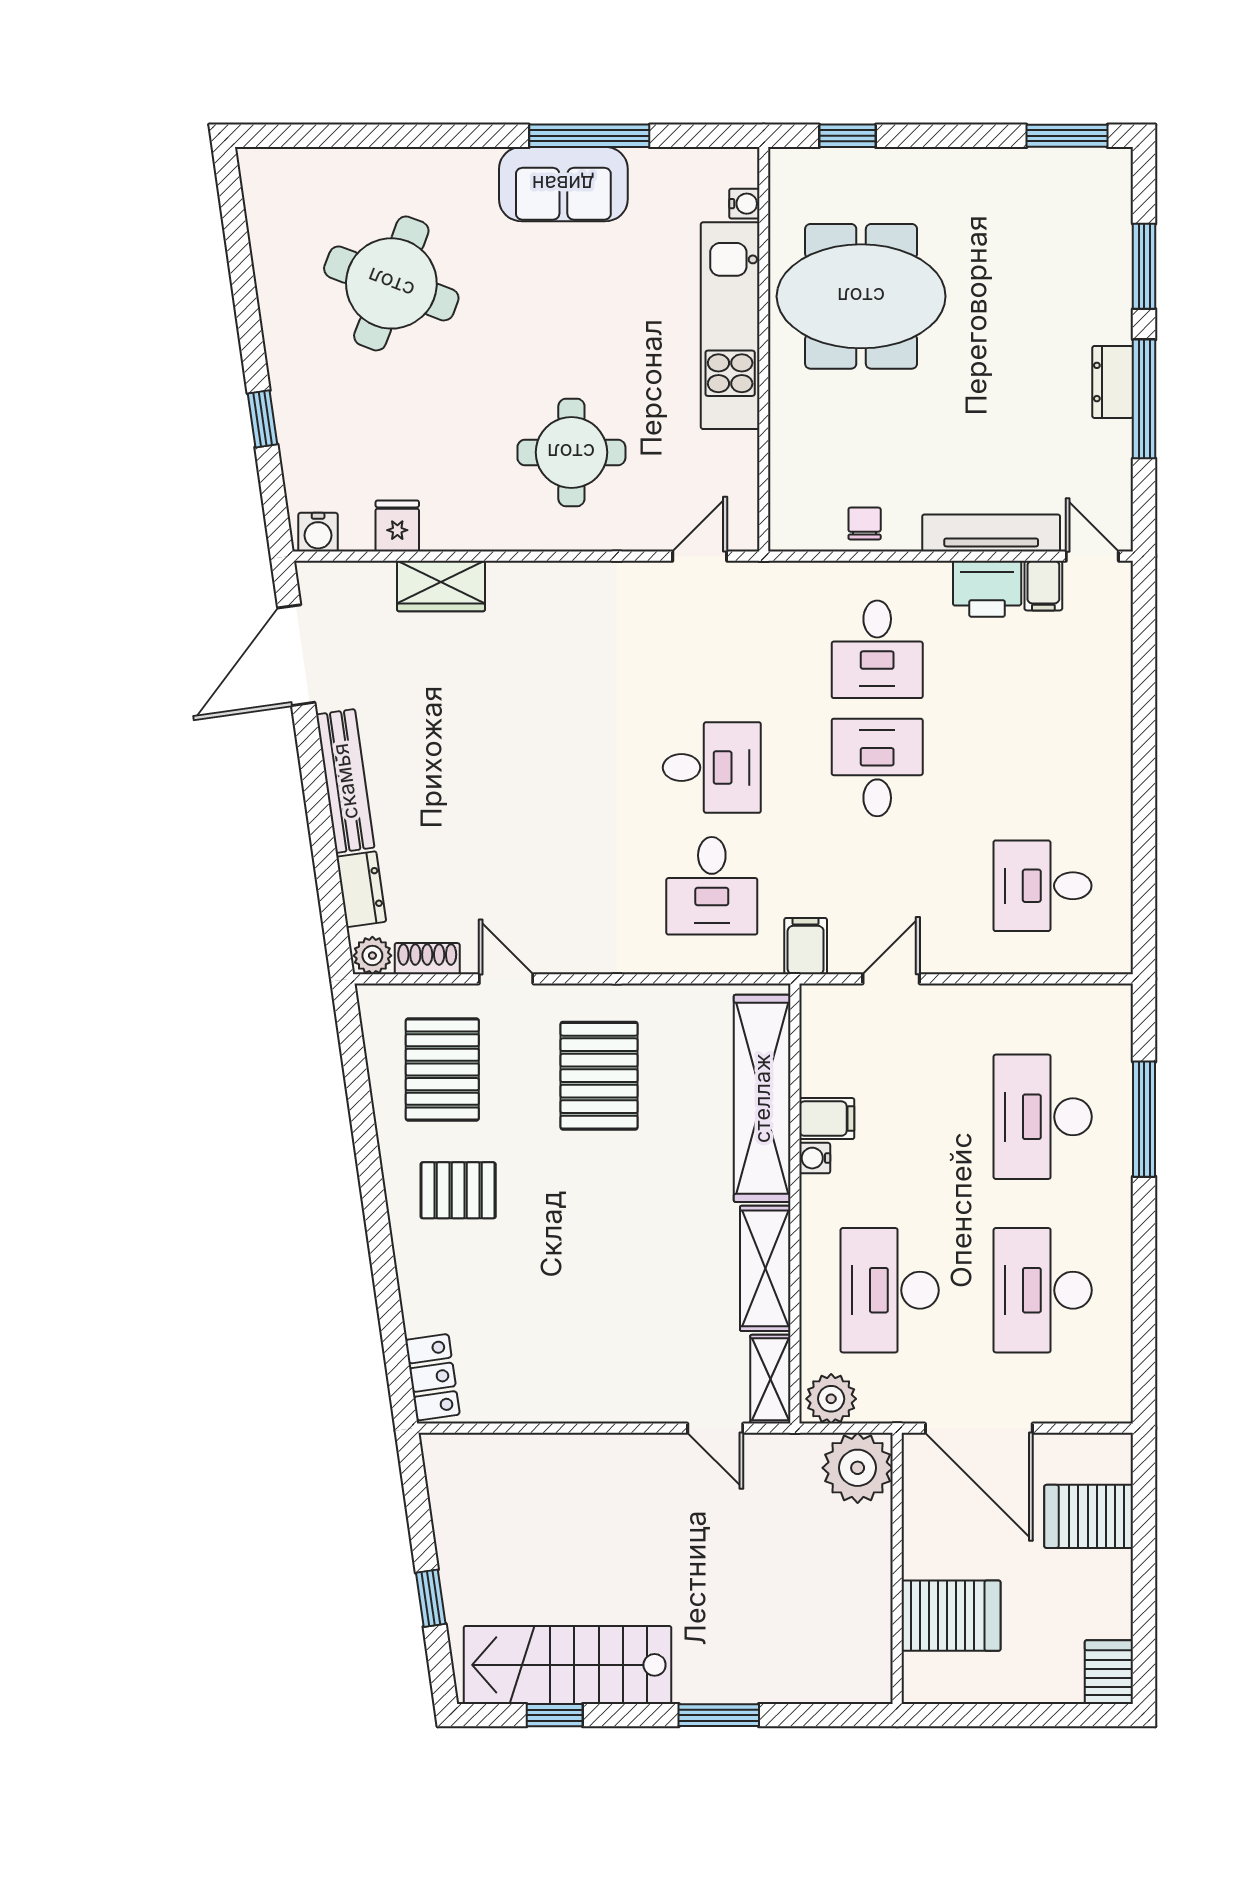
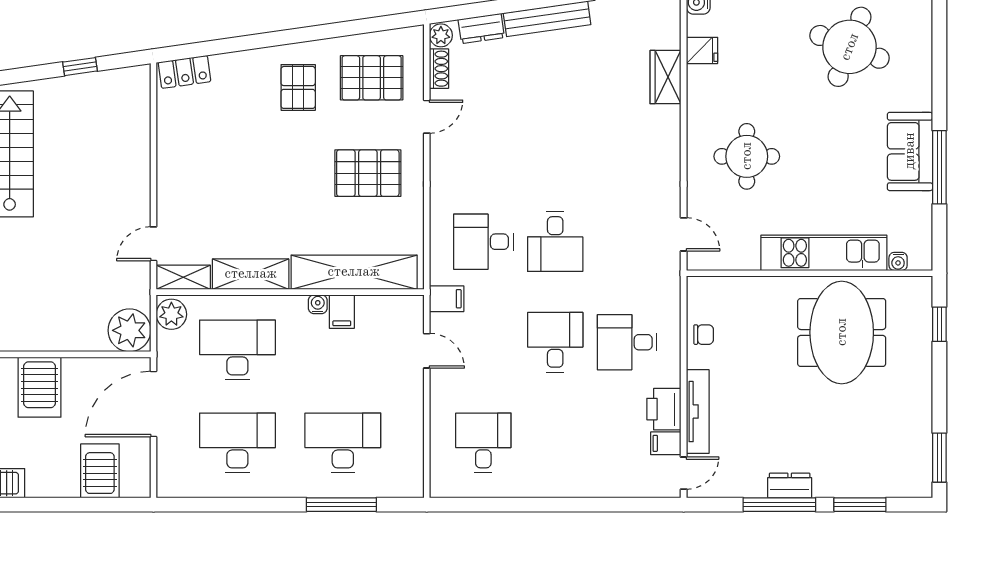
desk: (877, 768) -> (555, 342), turned -90
window: (431, 1598) -> (80, 67), moved

